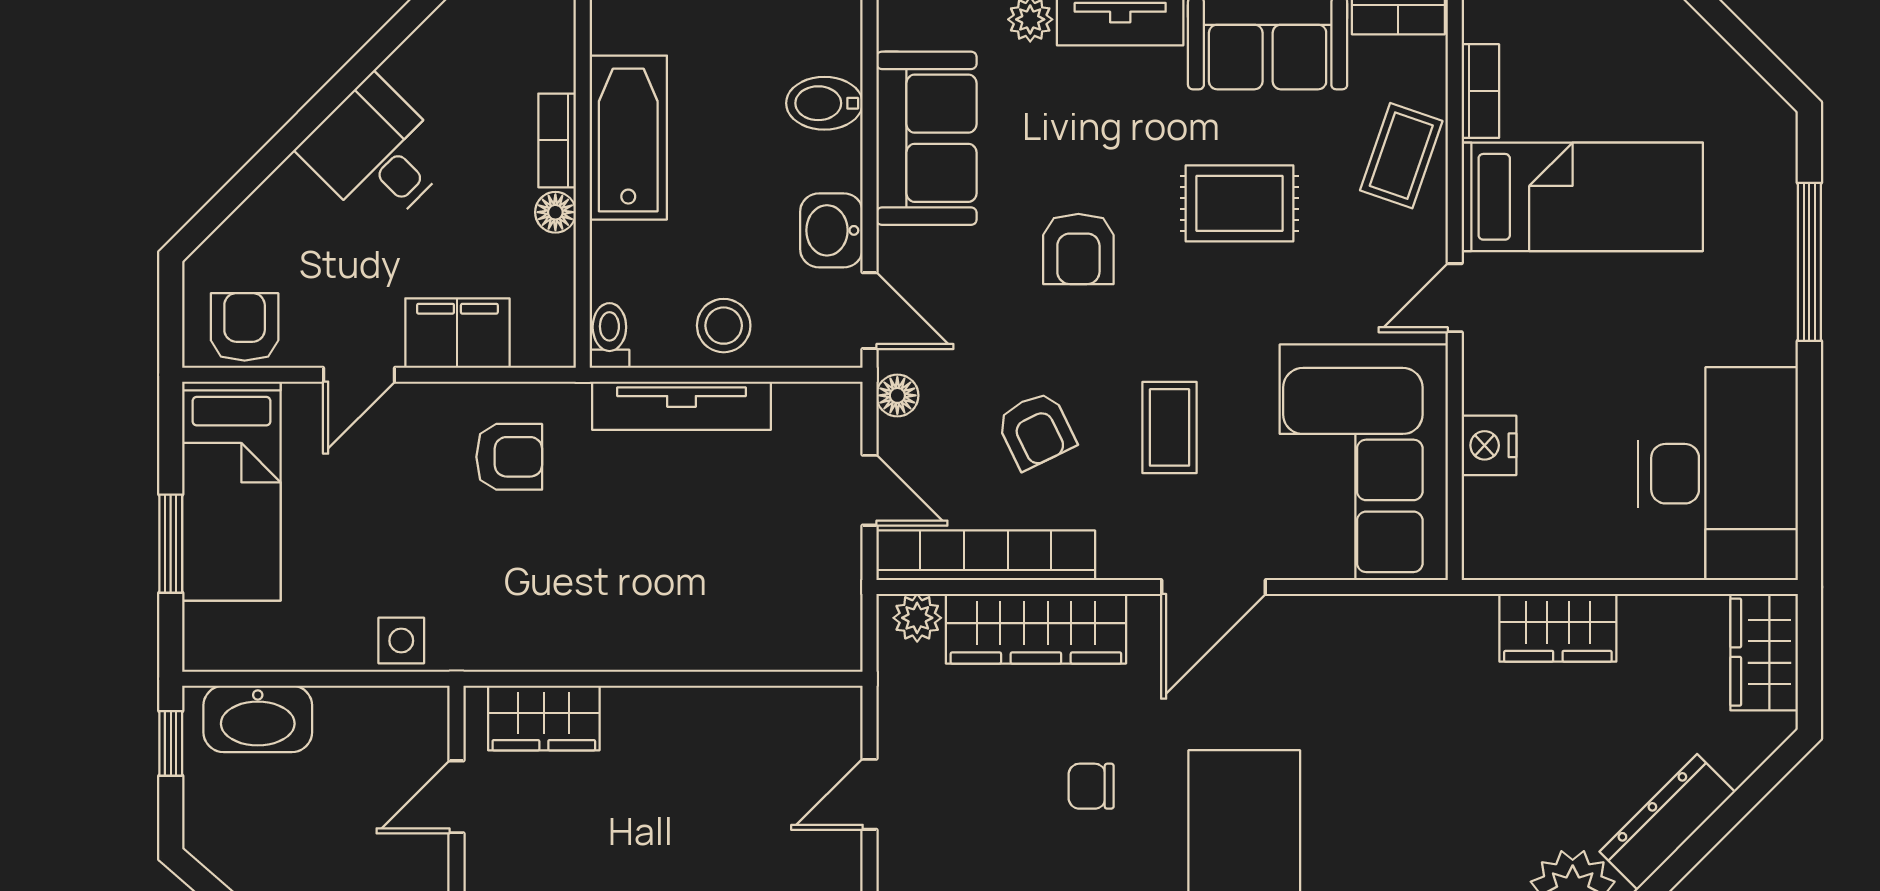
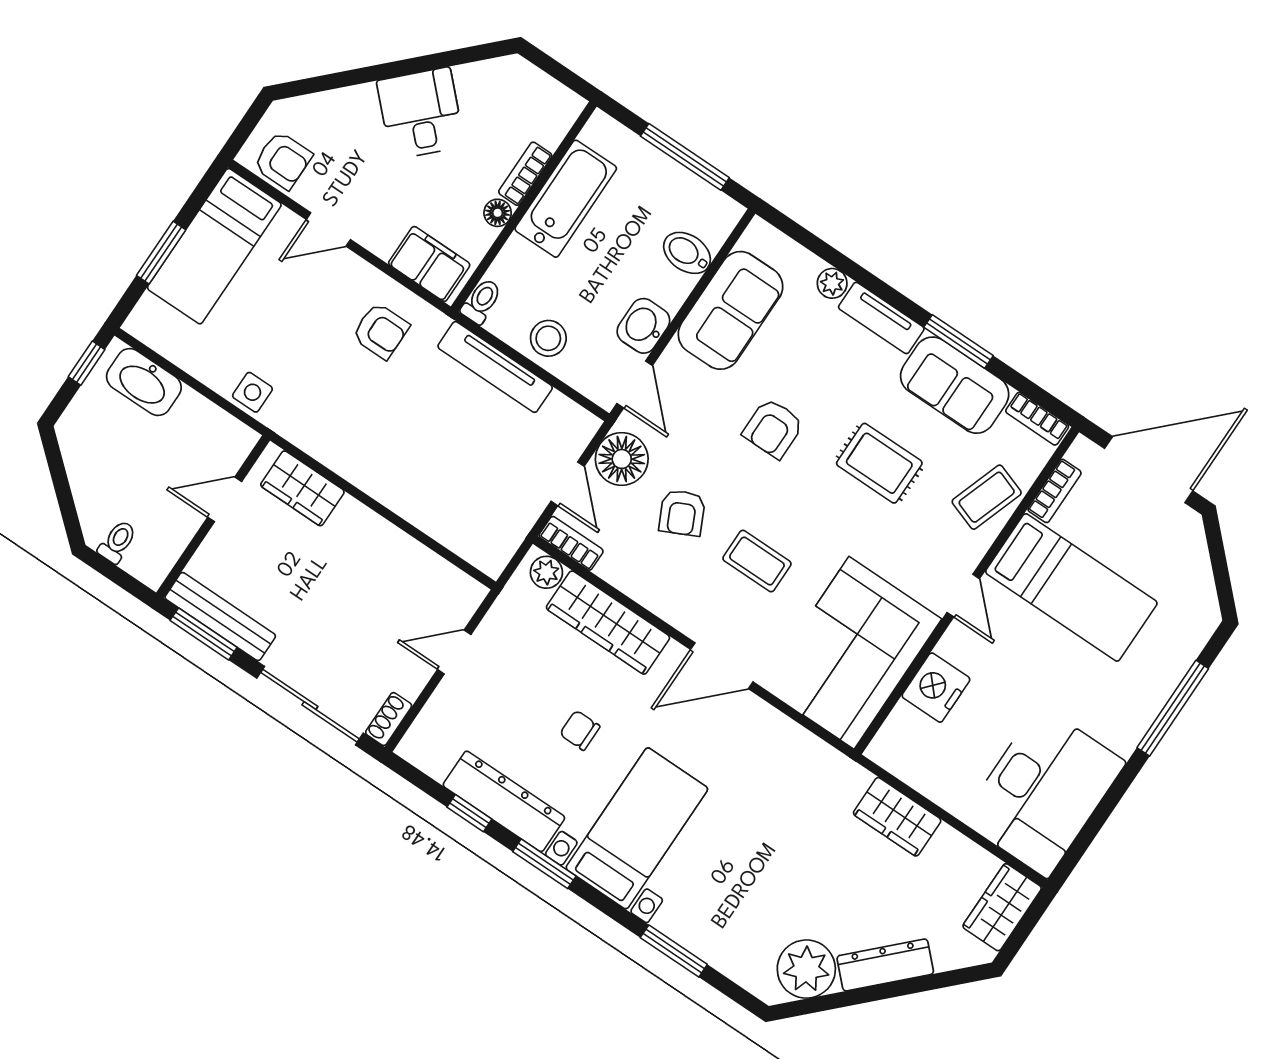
door: (1455, 298) -> (963, 596), swing flipped
armchair: (245, 327) -> (283, 160), turned 90
filing cabinet: (457, 333) -> (429, 264), moved
floor lamp: (897, 395) -> (622, 459), width x1.89, depth x1.89
coffee table: (1169, 427) -> (757, 561), turned 90
nightstand: (1489, 445) -> (936, 688), width x1.36, depth x1.33
bookcase: (986, 555) -> (571, 543), width x0.43, depth x0.76

